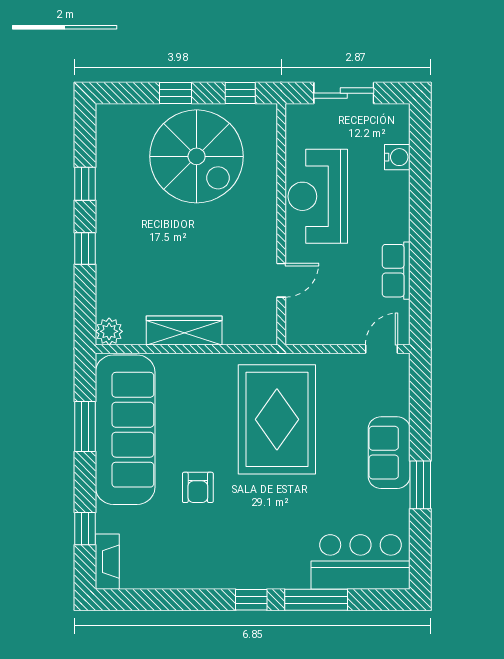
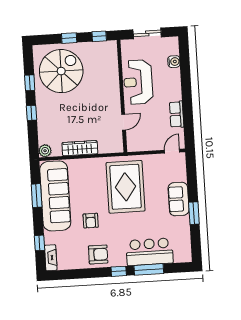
spiral stairs: (197, 156) -> (61, 71), moved, turned -90
armchair: (209, 561) -> (98, 254), added
bar counter: (360, 562) -> (150, 252), moved

